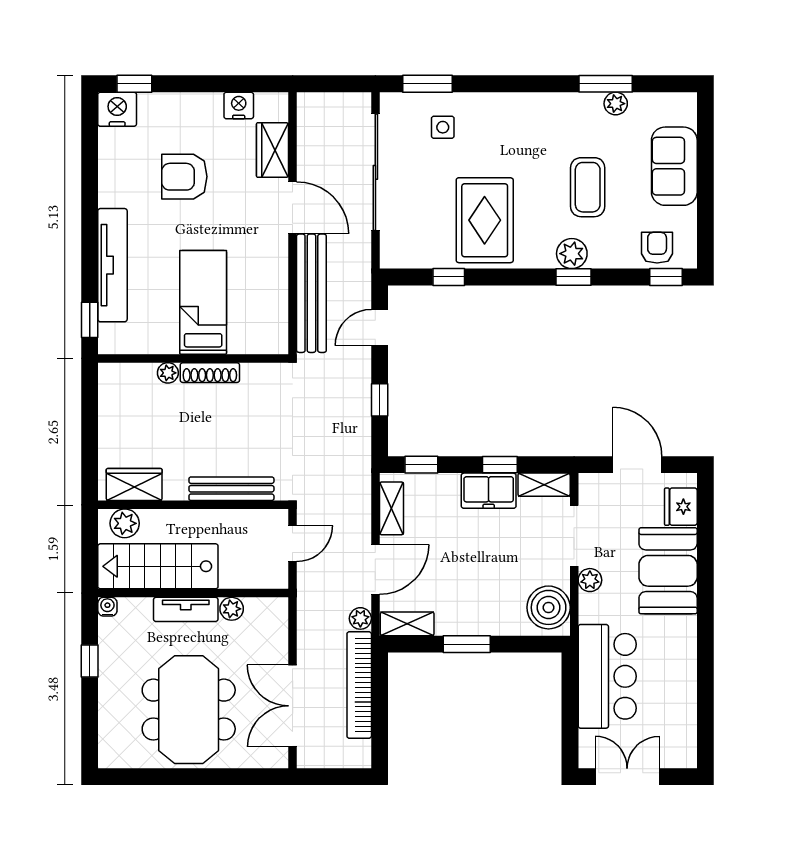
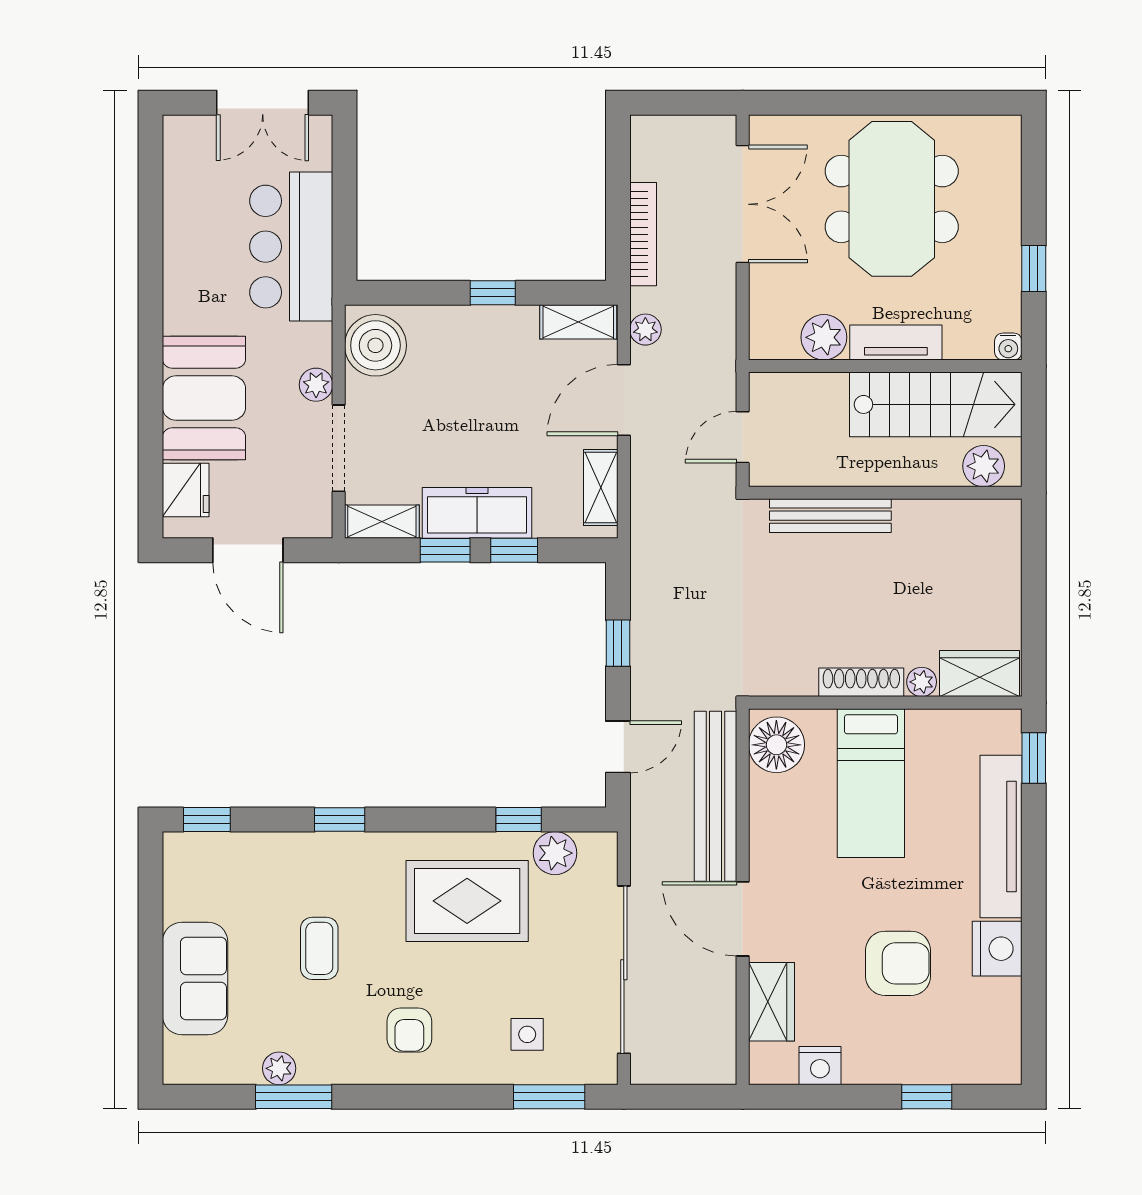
window: (134, 84) -> (927, 1097), moved
nightstand: (117, 109) -> (997, 949), moved, turned -90
coffee table: (588, 187) -> (319, 948), width x0.73, depth x0.77
rug: (485, 220) -> (467, 901), turned 90
armchair: (657, 248) -> (409, 1030), moved
plant: (572, 254) -> (555, 853), moved
floor lamp: (269, 329) -> (776, 745), added
window: (421, 465) -> (514, 550), moved
wardrobe: (134, 484) -> (979, 674), moved, turned 180
freezer: (489, 491) -> (477, 513), width x1.40
plant: (232, 609) -> (824, 337), width x1.38, depth x1.38
window: (467, 644) -> (493, 293), width x0.67
bookcase: (359, 685) -> (643, 234), width x0.68, depth x0.76

